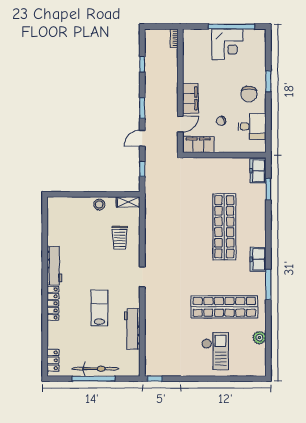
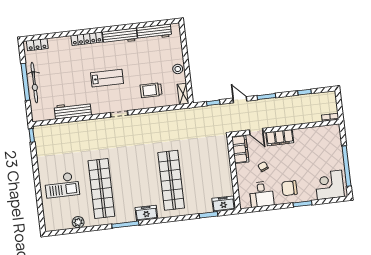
corner desk: (227, 44) -> (330, 185), moved, turned 90
workbench: (54, 226) -> (154, 32), added
shop shelf: (224, 227) -> (171, 180), turned 90
lab bench: (99, 308) -> (107, 78), moved

